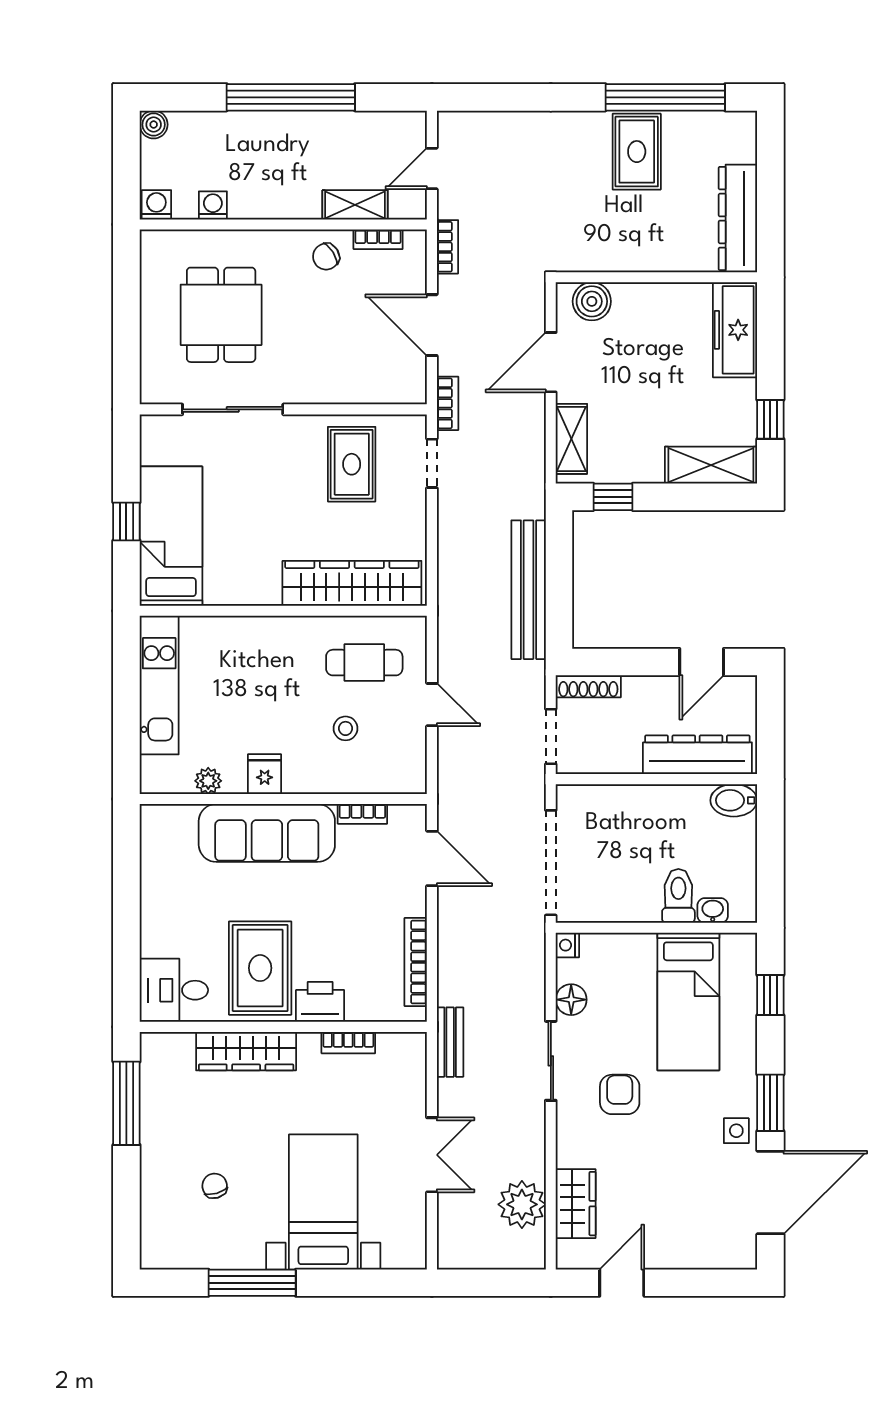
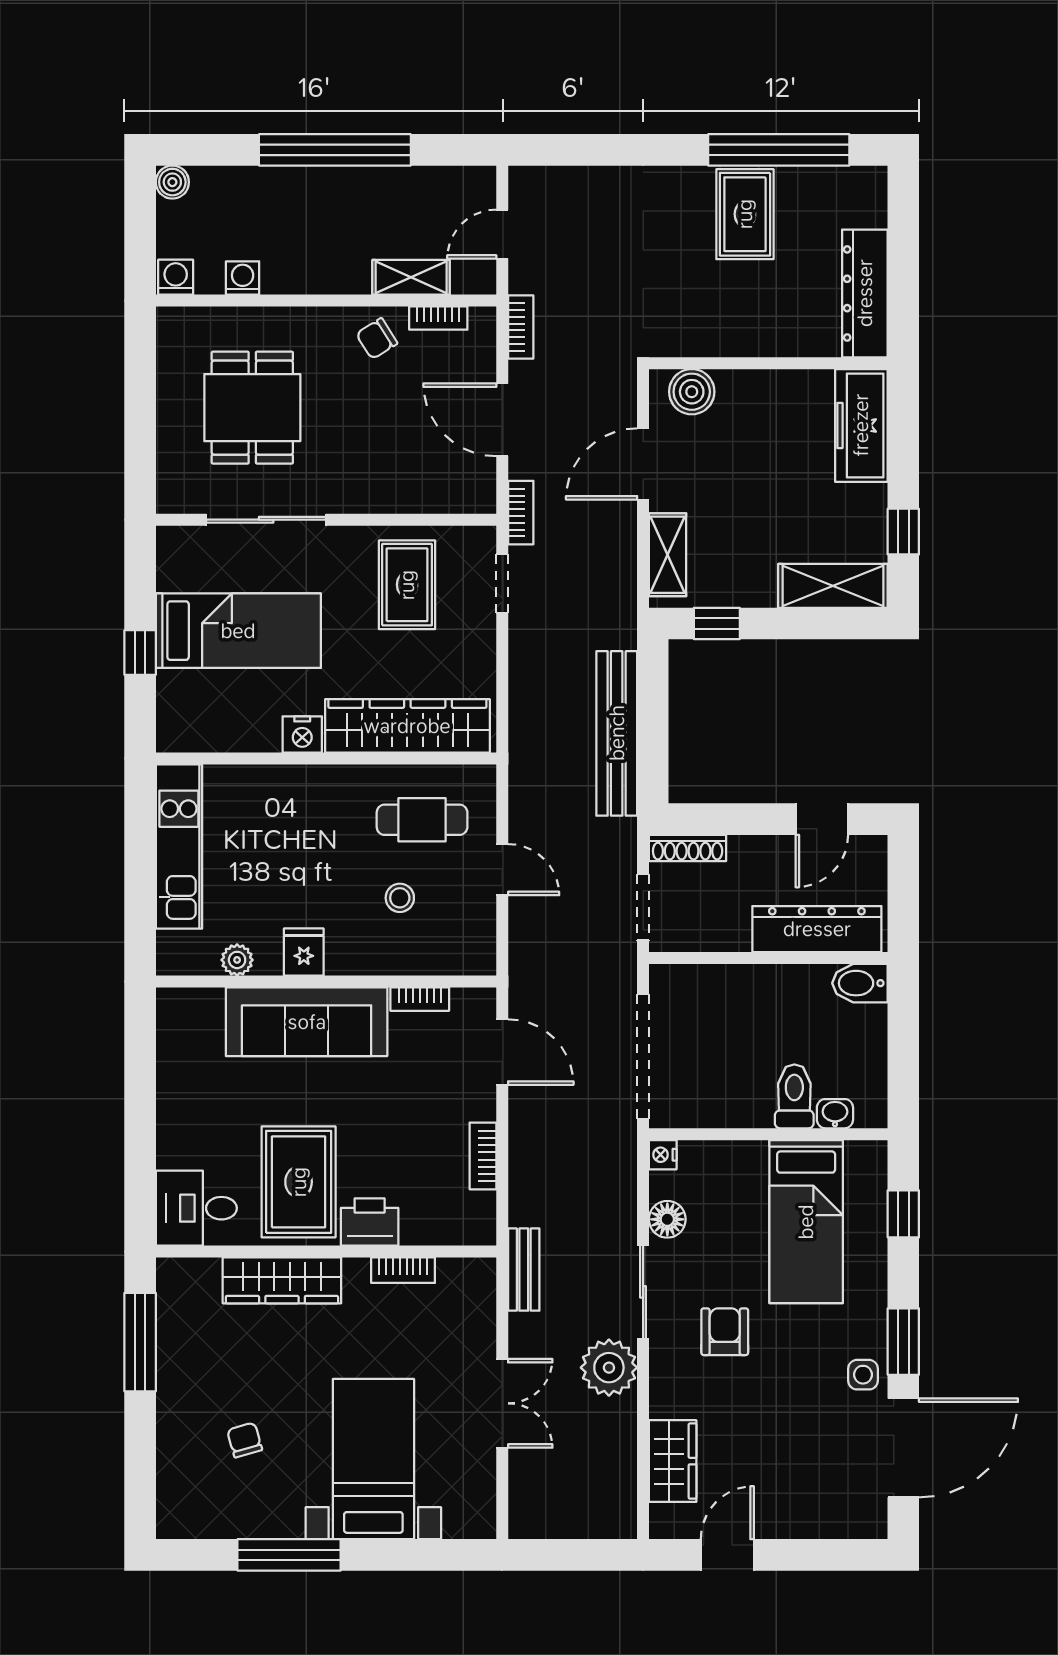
bed: (171, 536) -> (238, 631), moved, turned 90
nightstand: (263, 591) -> (302, 734), added
bookcase: (416, 962) -> (483, 1156), width x0.64
plant: (522, 1204) -> (609, 1368), moved

